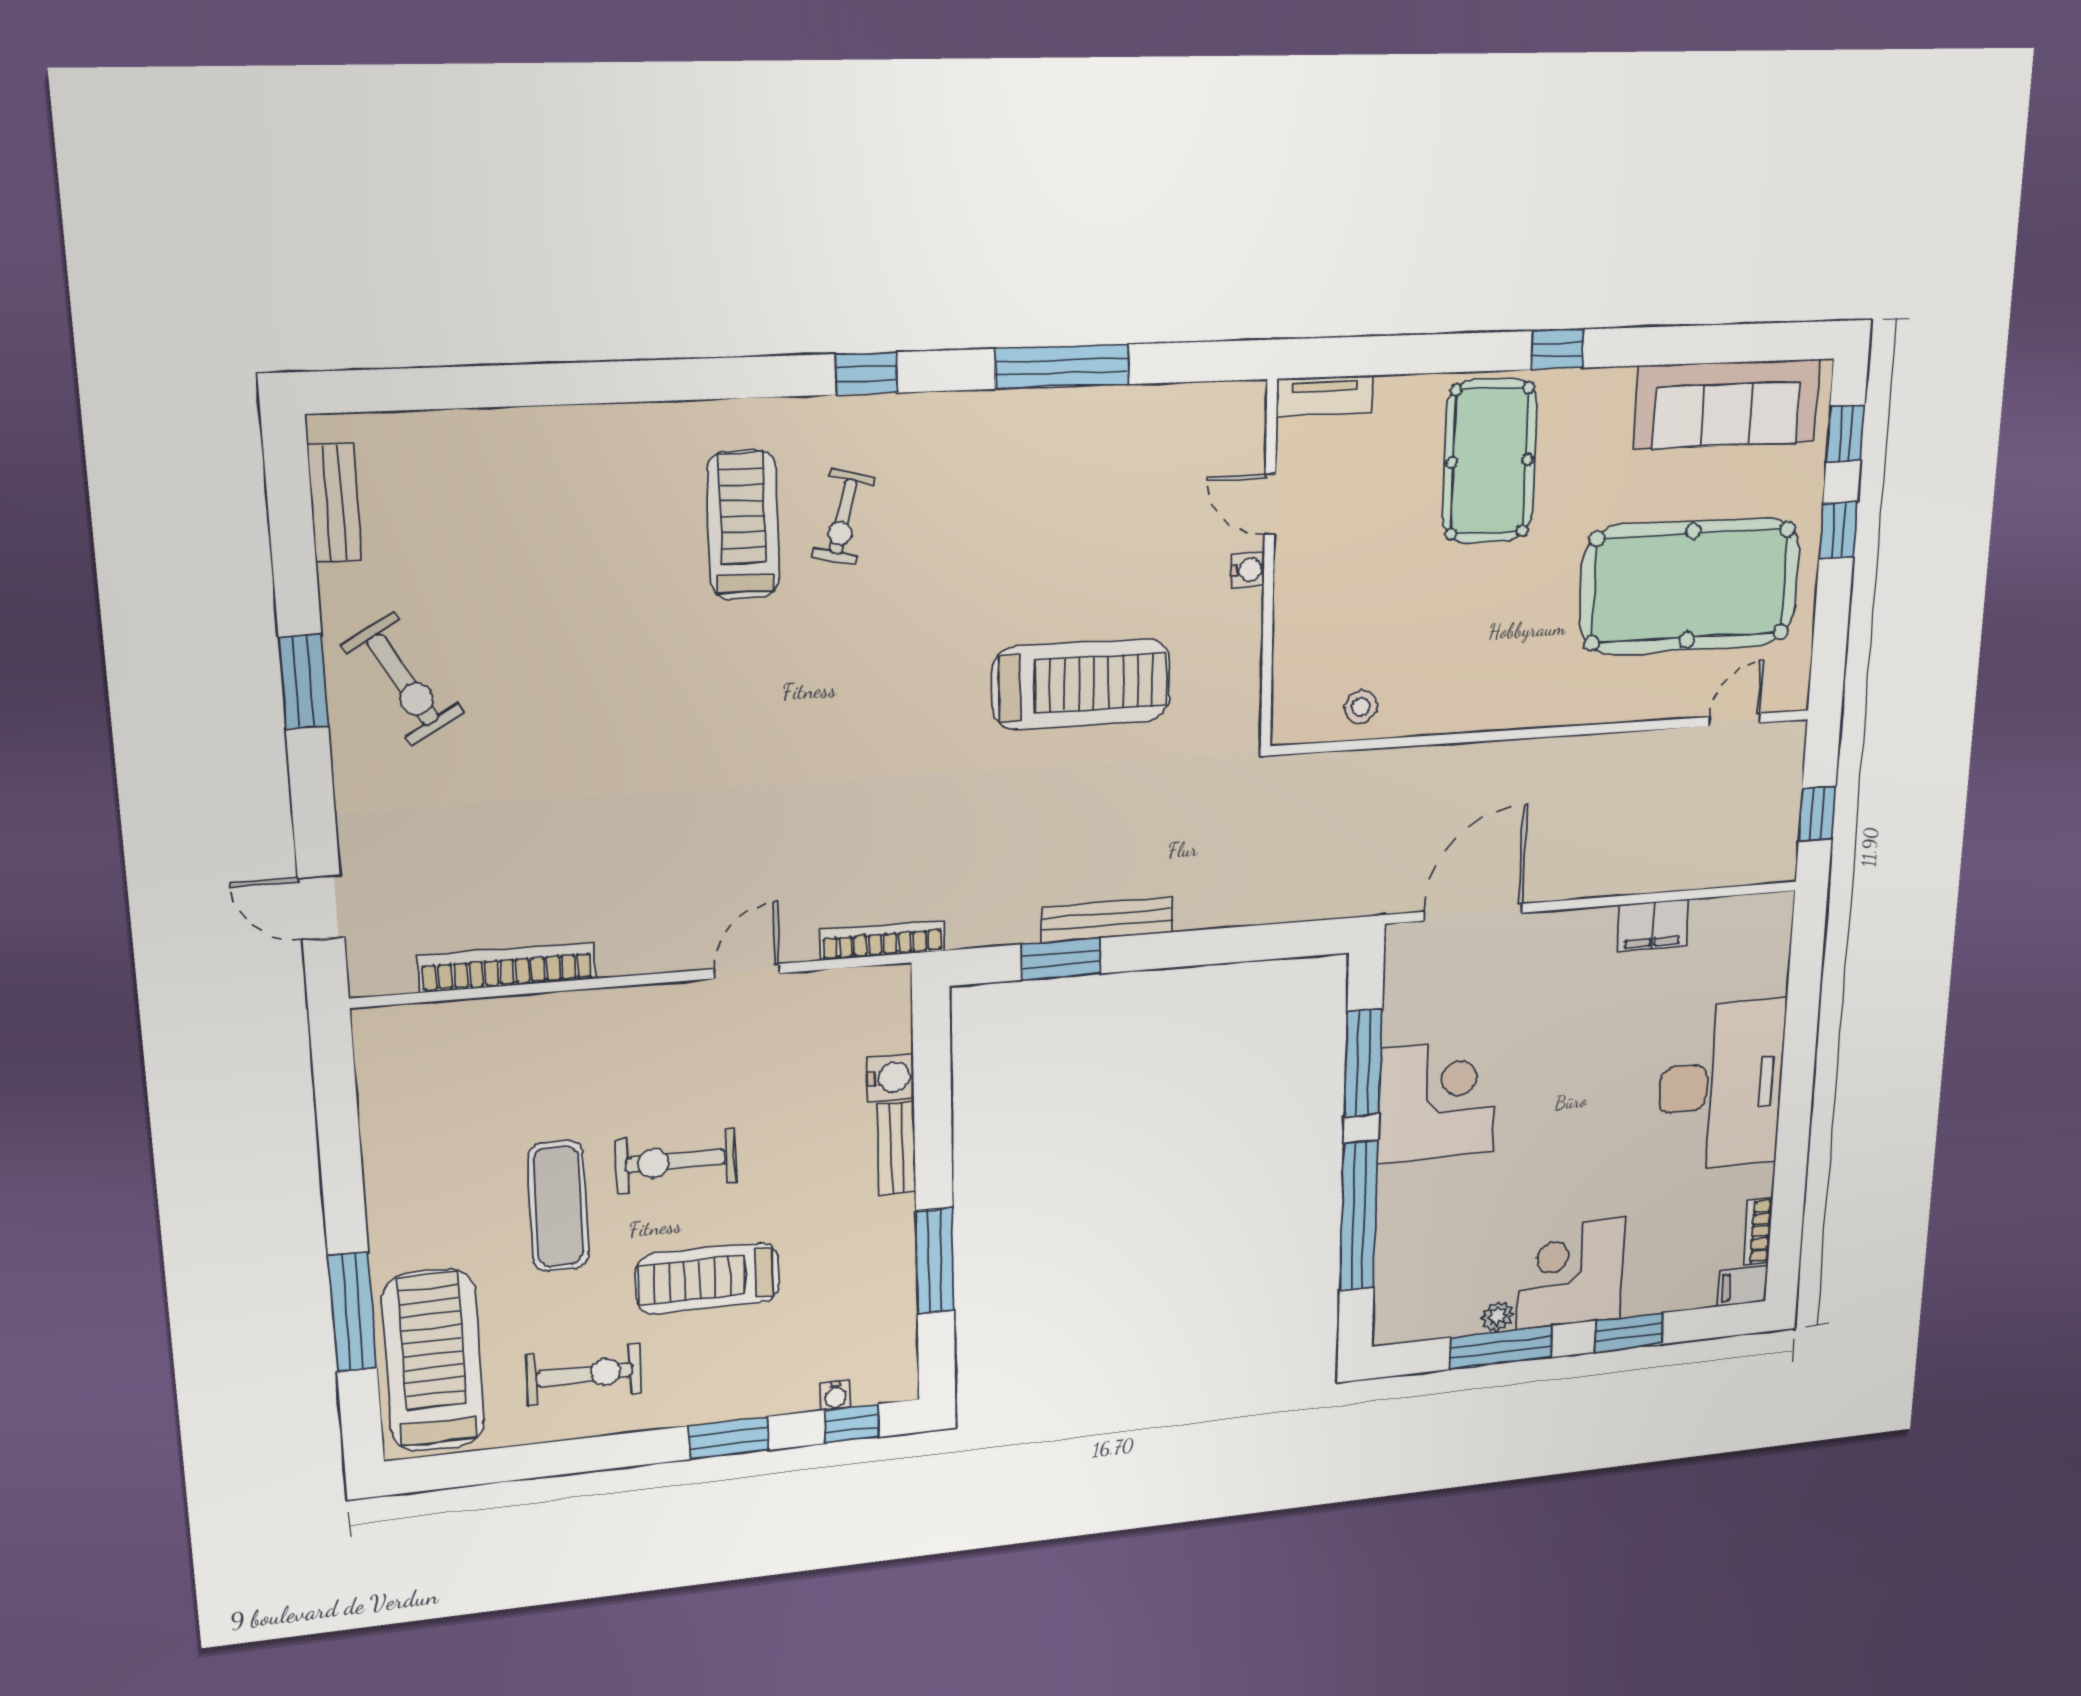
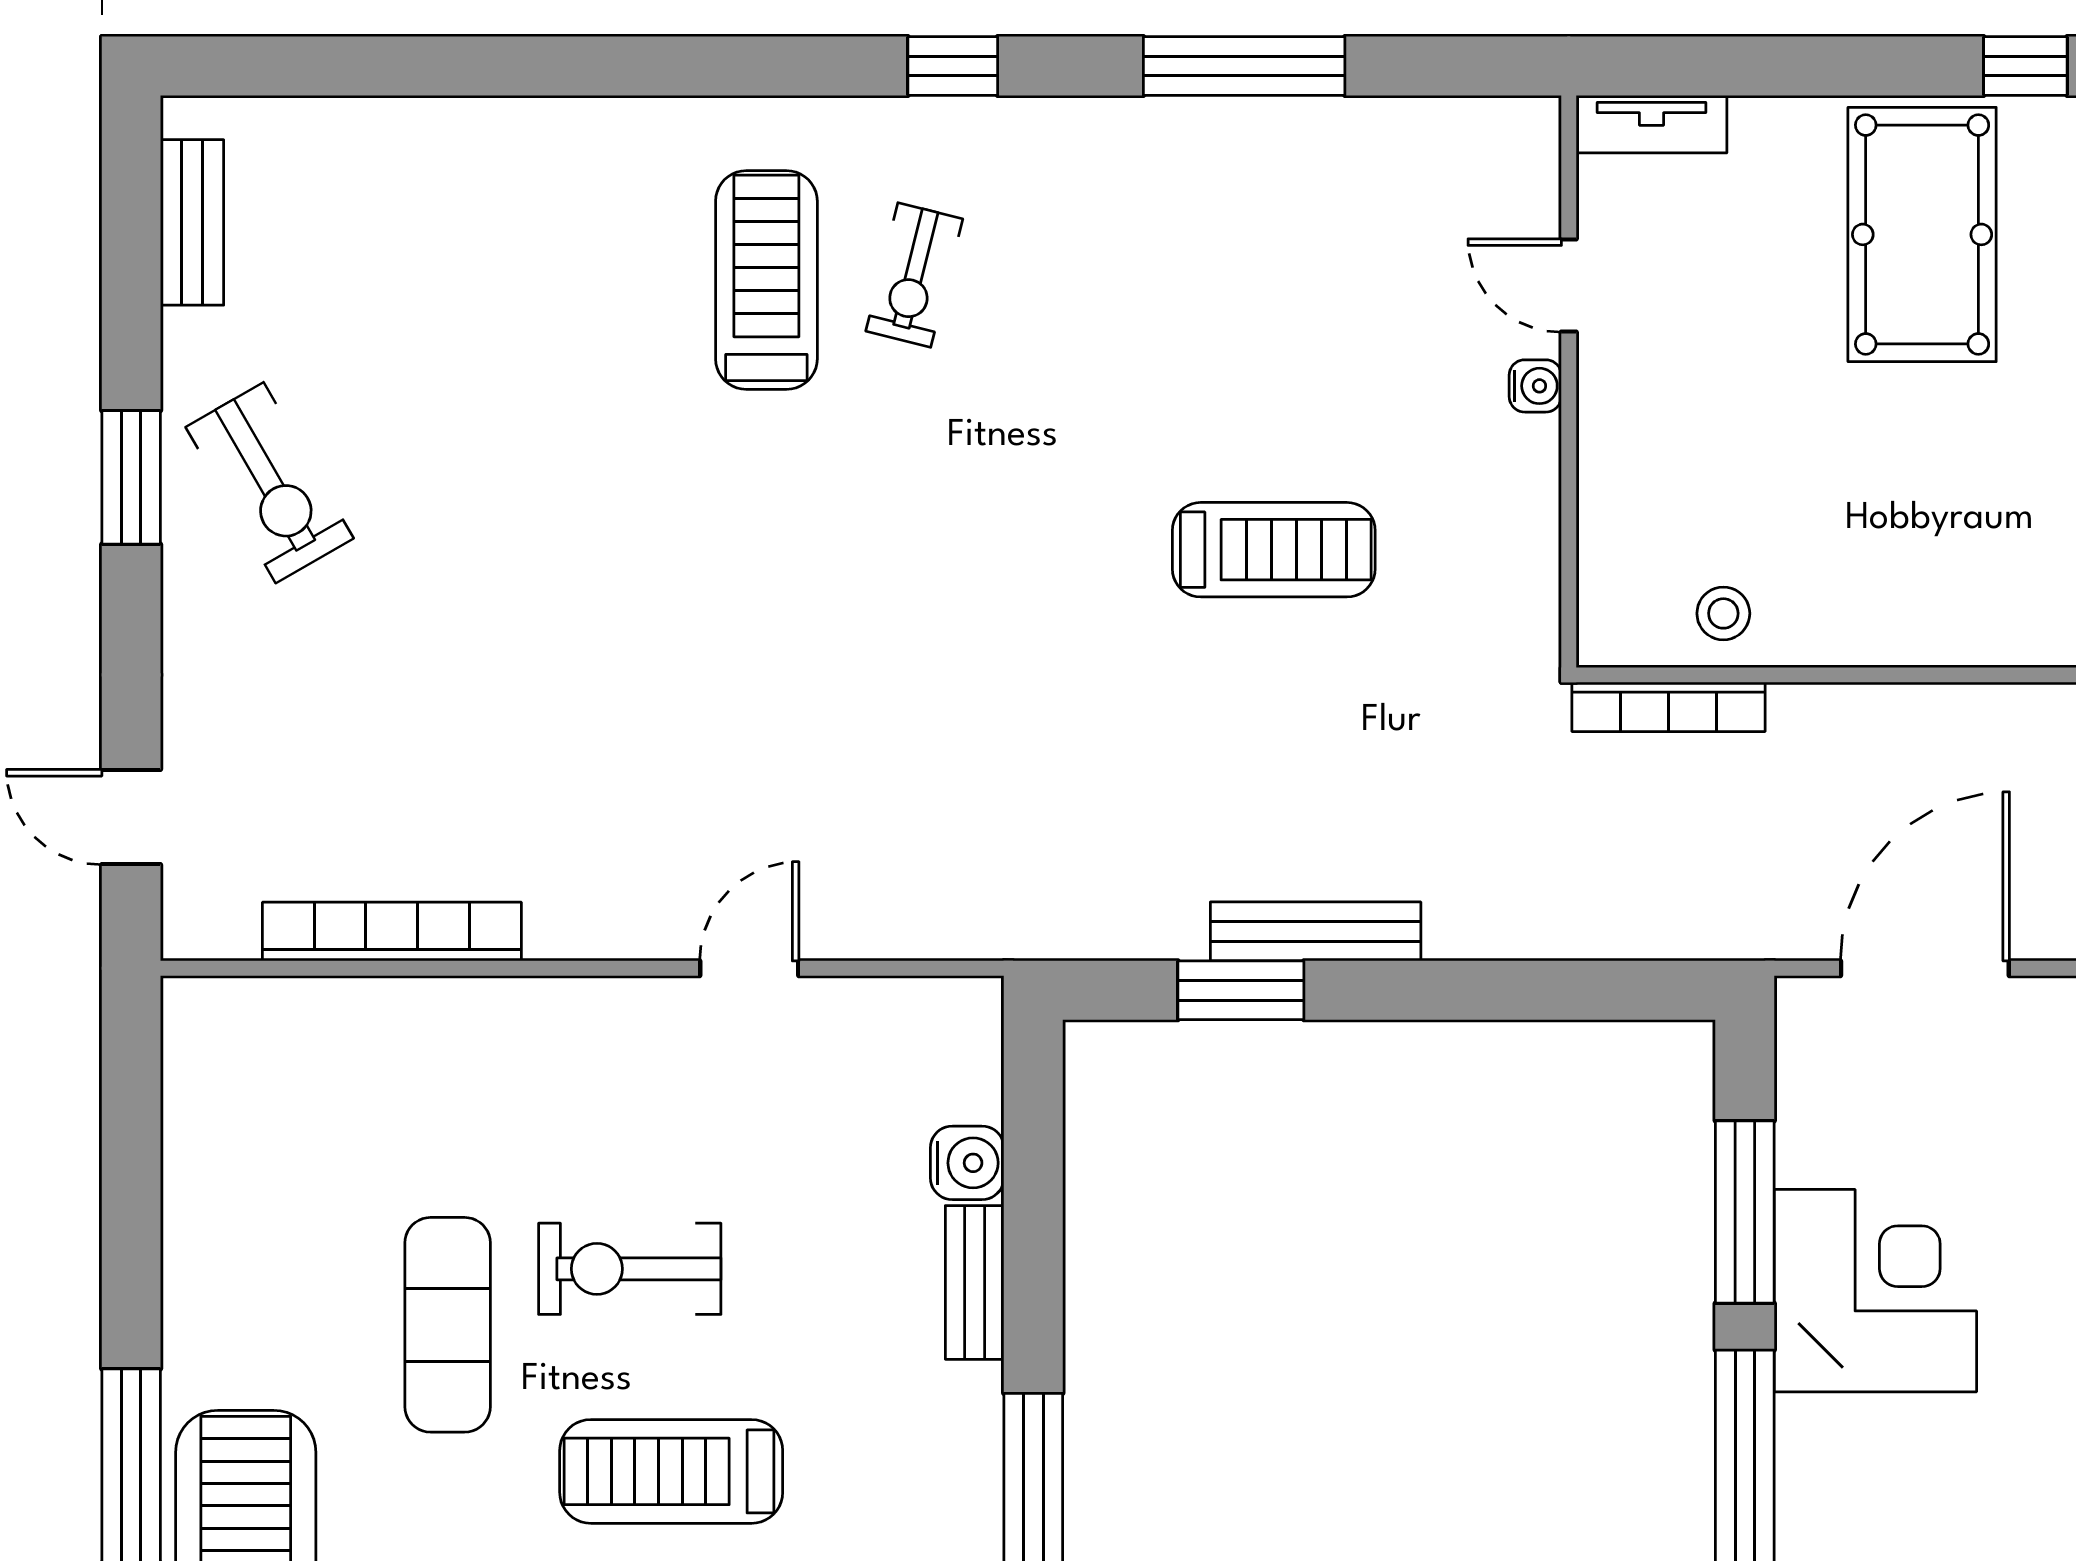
treadmill: (1081, 684) -> (1274, 550), width x0.73, depth x0.73
bookcase: (883, 940) -> (1668, 707), moved, turned 180

